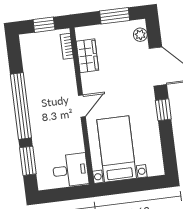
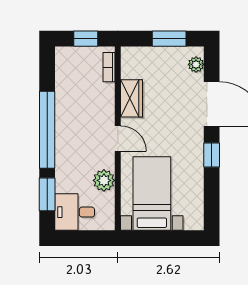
wardrobe: (87, 56) -> (132, 98), moved
door: (82, 106) -> (118, 139), hinge flipped
plant: (75, 143) -> (104, 180), added
desk: (70, 170) -> (75, 212), moved, turned 180

